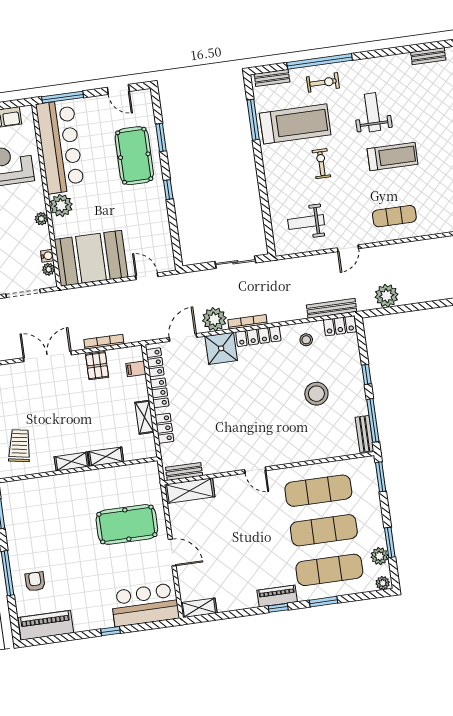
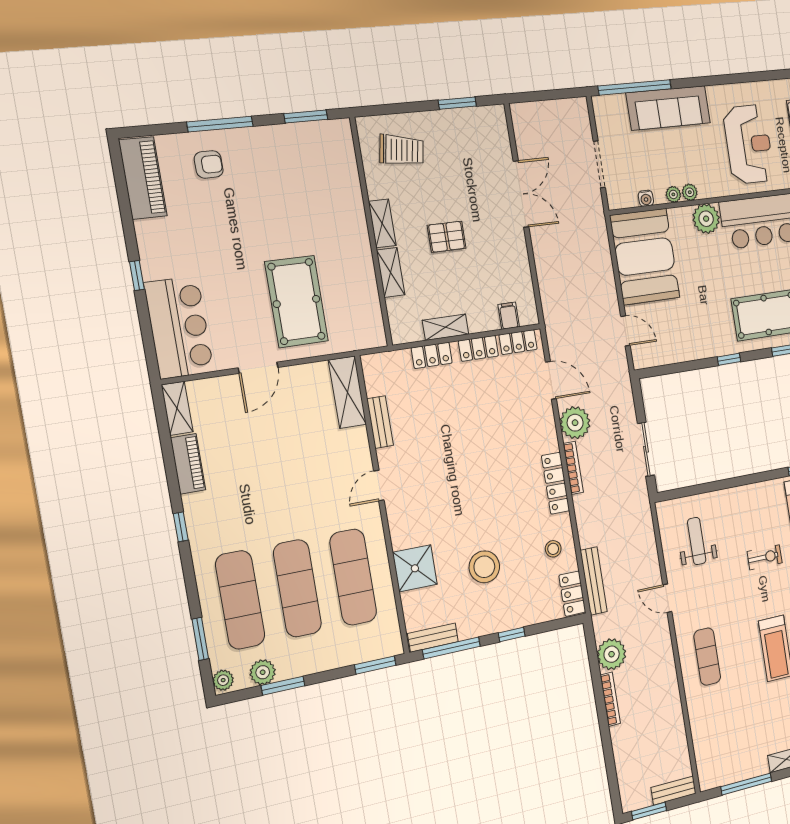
plant: (49, 269) -> (673, 194), moved
door: (147, 276) -> (625, 331), hinge flipped
bookcase: (104, 342) -> (610, 699), moved
shower: (221, 348) -> (415, 568), moved
pallet: (97, 366) -> (447, 237), moved
bench: (184, 472) -> (380, 422), moved
piano: (277, 596) -> (188, 464), moved
window: (323, 602) -> (200, 639), moved

